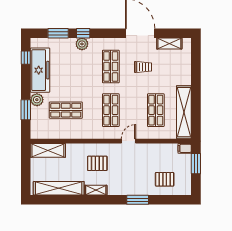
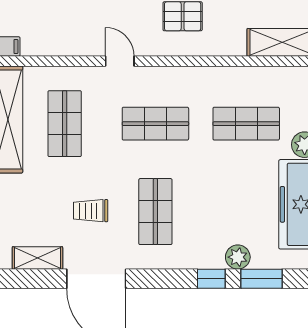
plant: (82, 44) -> (238, 257), moved
shop shelf: (111, 110) -> (155, 124), turned 90
door: (128, 141) -> (120, 61), swing flipped

